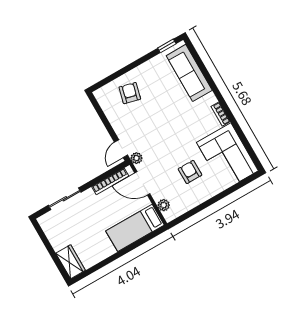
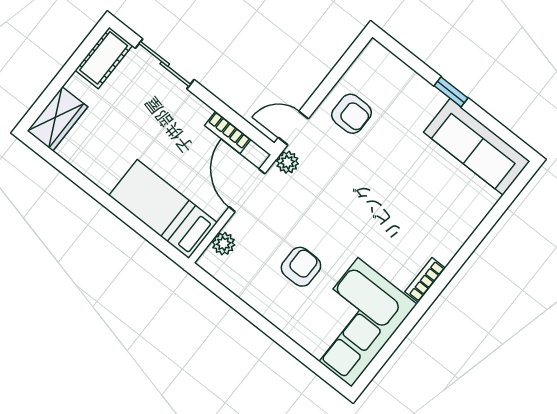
window: (167, 46) -> (451, 92), moved
sofa: (189, 73) -> (477, 147), moved, turned -90
armchair: (130, 93) -> (351, 114), moved, turned 76
bookcase: (110, 181) -> (228, 132), width x0.64
cot: (50, 227) -> (104, 58), added

